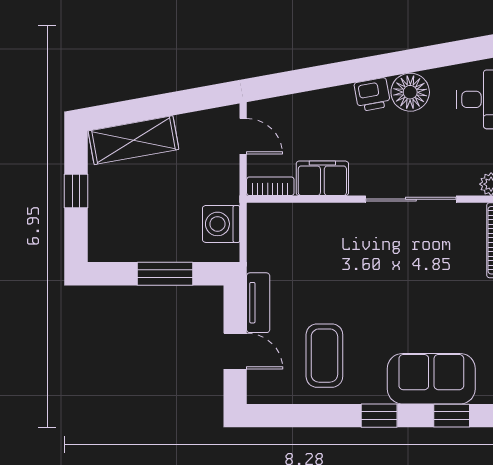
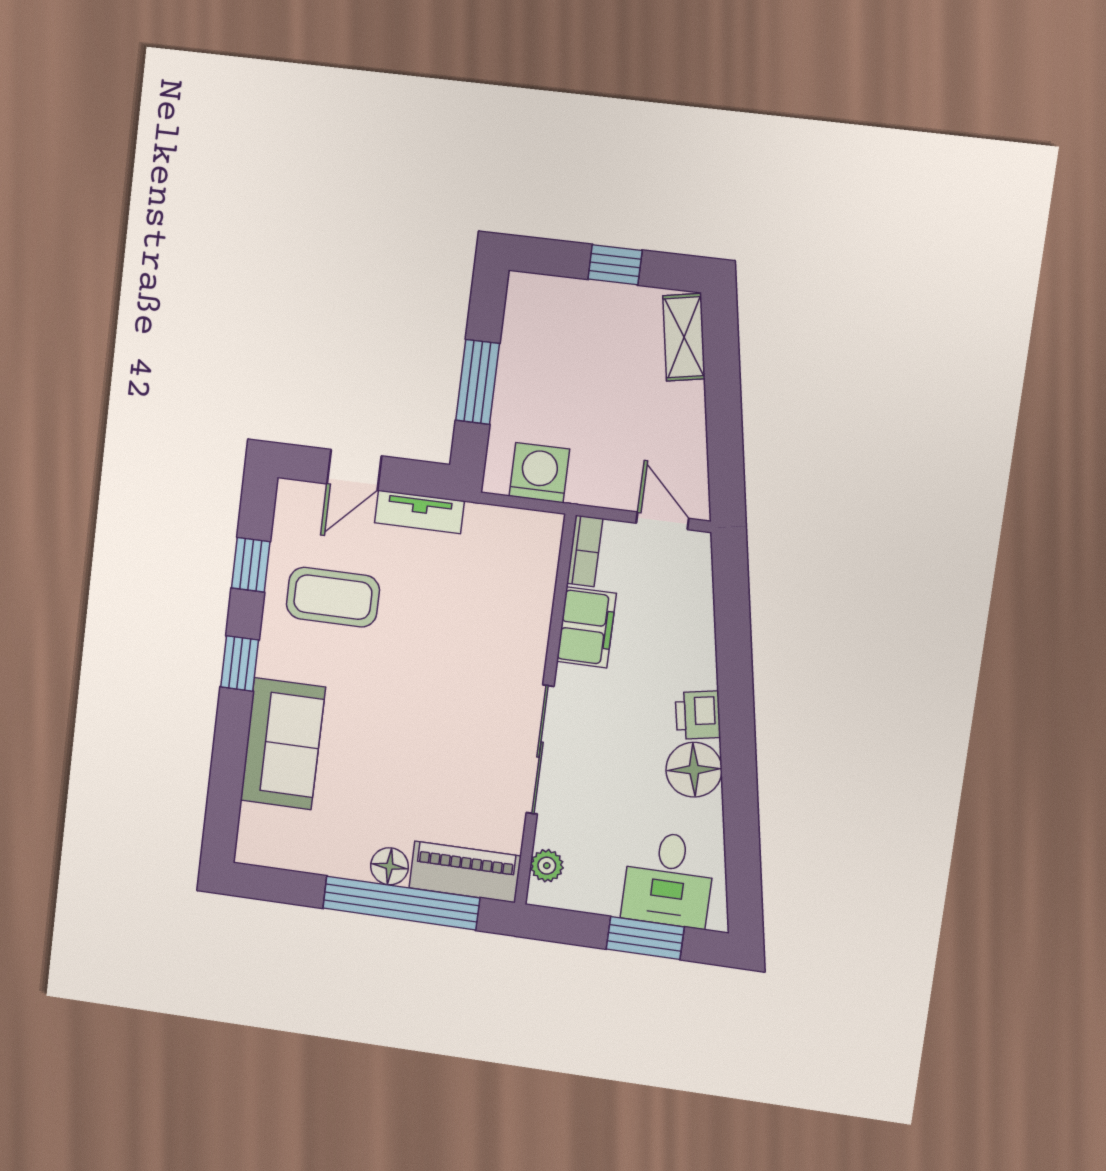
door: (243, 136) -> (663, 521), swing flipped
shelving: (133, 140) -> (684, 337), width x0.67, depth x0.75
window: (452, 416) -> (251, 565), moved

